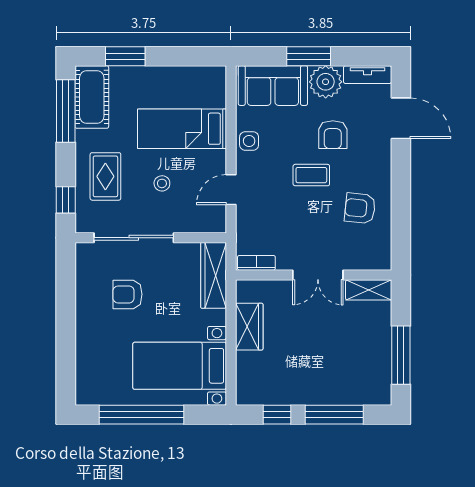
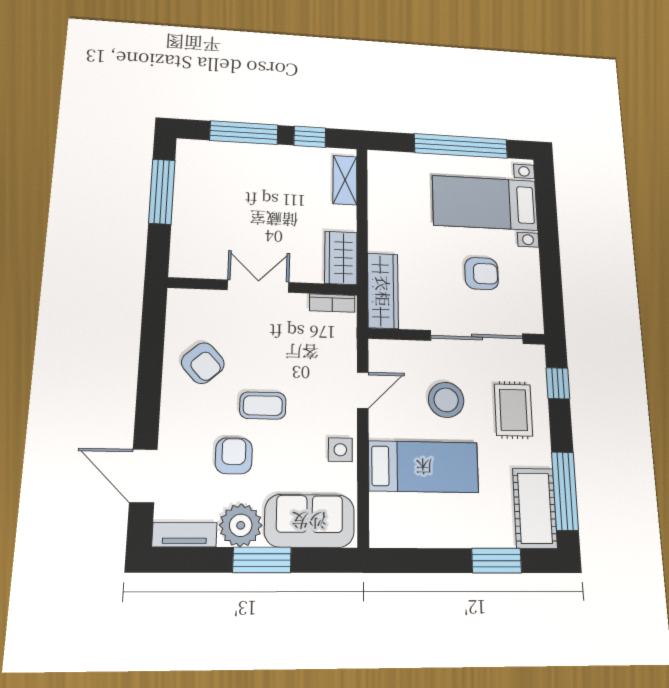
stool: (162, 183) -> (446, 400), width x1.89, depth x1.89
armchair: (360, 208) -> (203, 363), turned 42
shelving: (369, 290) -> (345, 180), moved, turned 90
wardrobe: (249, 327) -> (341, 258), moved
bed with nightstands: (180, 366) -> (485, 203), moved, turned 180

